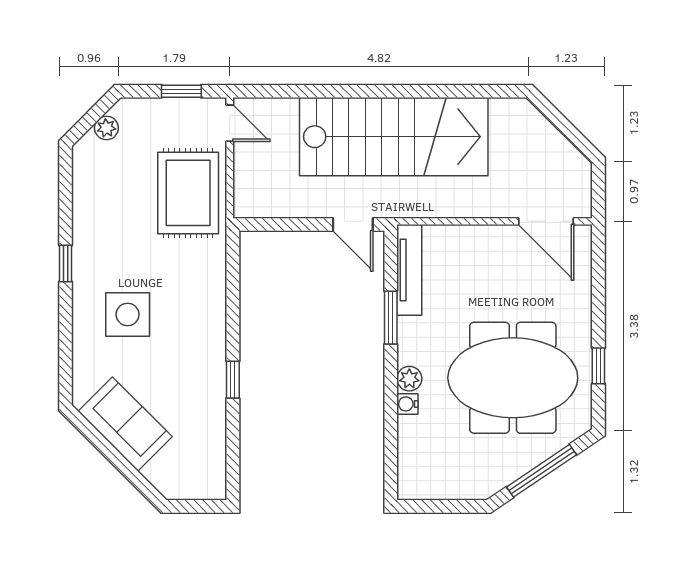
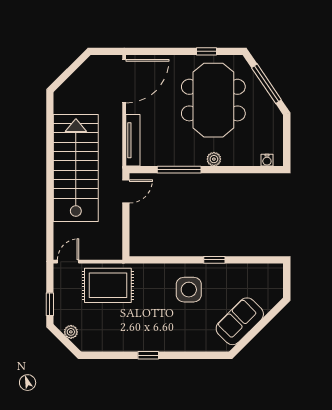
window: (181, 91) -> (50, 304), moved
door: (546, 221) -> (124, 81), width x1.36
tv unit: (409, 270) -> (133, 140), moved, turned 90
side table: (128, 314) -> (189, 290), moved
window: (391, 318) -> (179, 170), width x1.44
water cooler: (407, 404) -> (267, 160), moved

